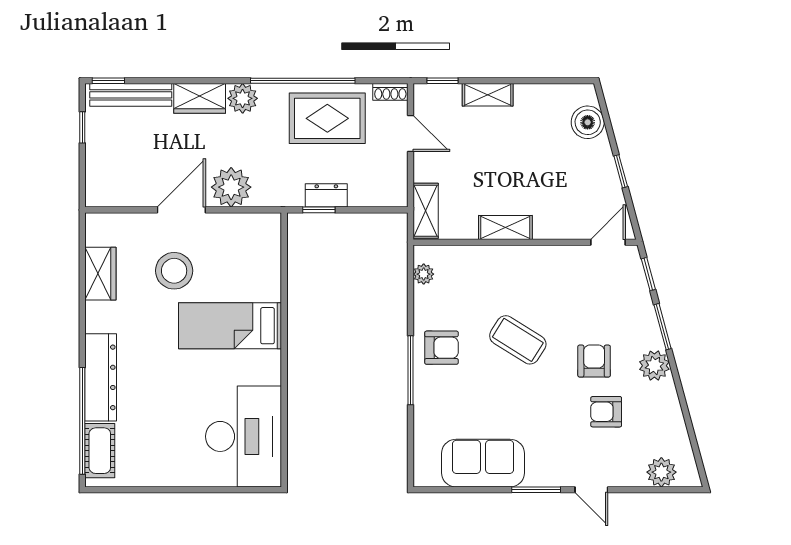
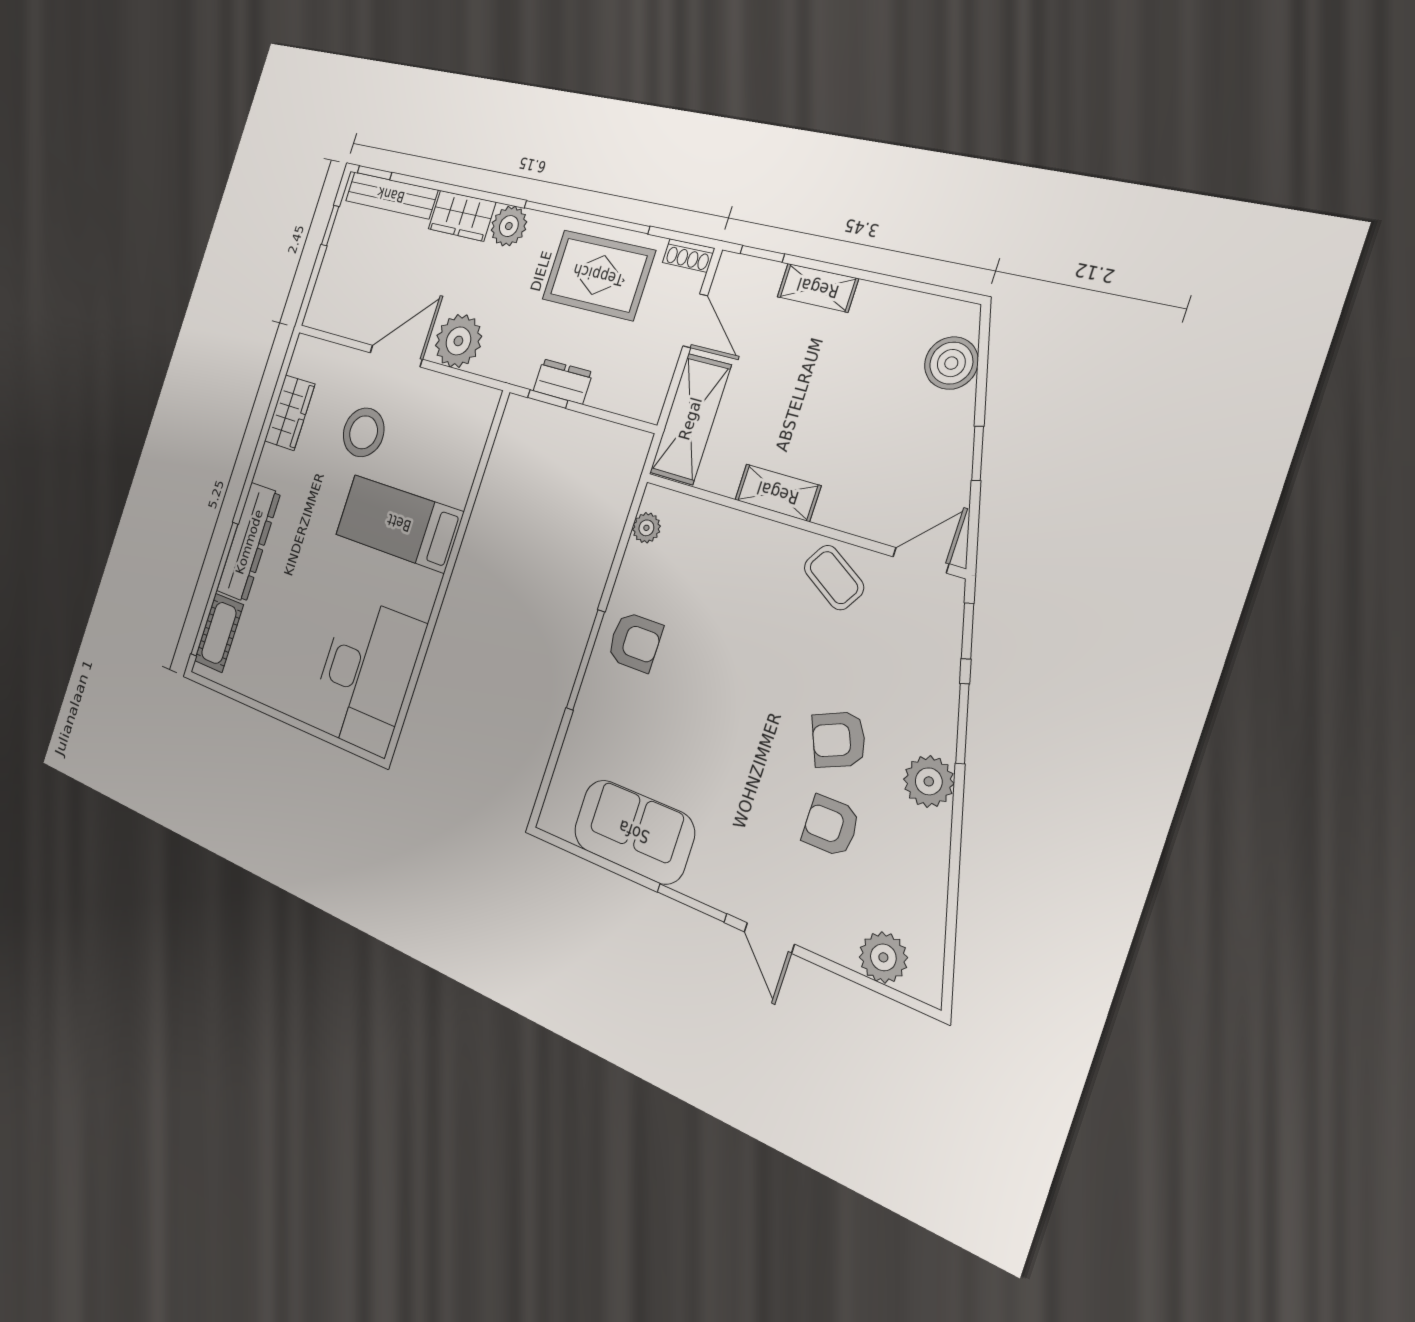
shelving: (426, 211) -> (690, 419), width x1.50, depth x1.33
coffee table: (518, 340) -> (834, 578), moved, width x0.73, depth x0.77
armchair: (594, 361) -> (839, 740), turned -113

